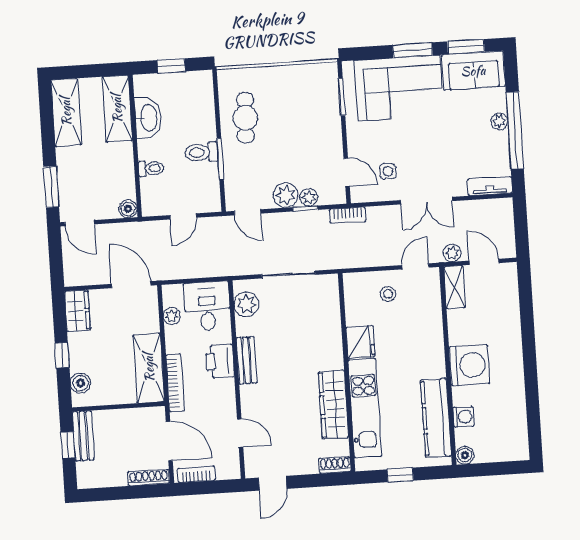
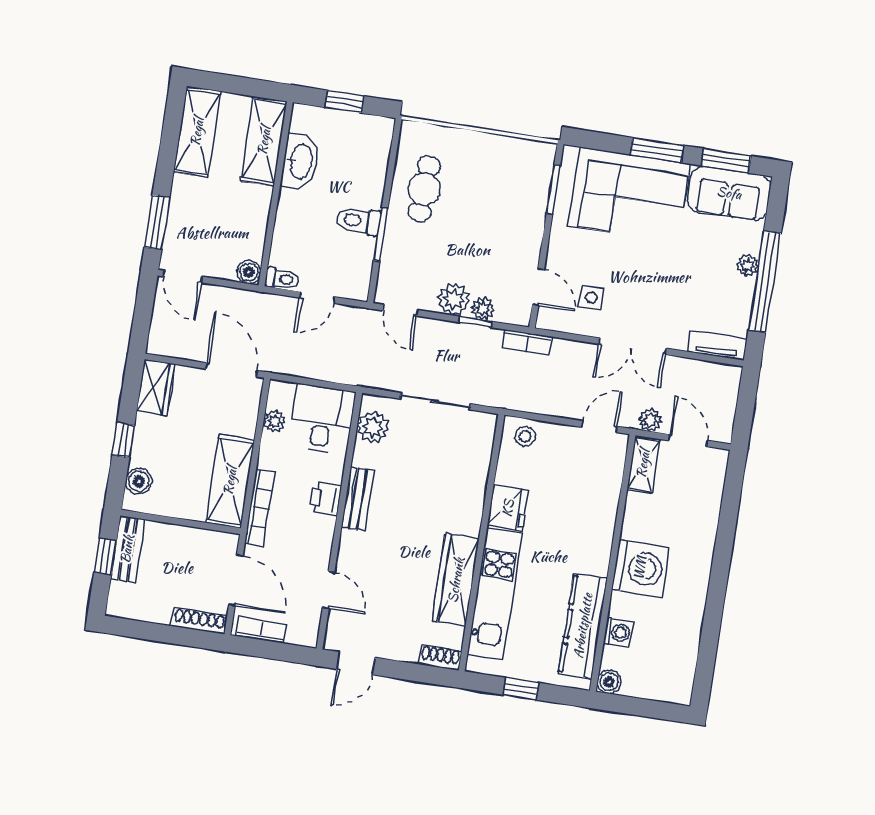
toilet: (151, 168) -> (282, 279), moved
stool: (388, 294) -> (525, 437), moved
printer: (220, 361) -> (325, 499), width x0.73, depth x0.81

